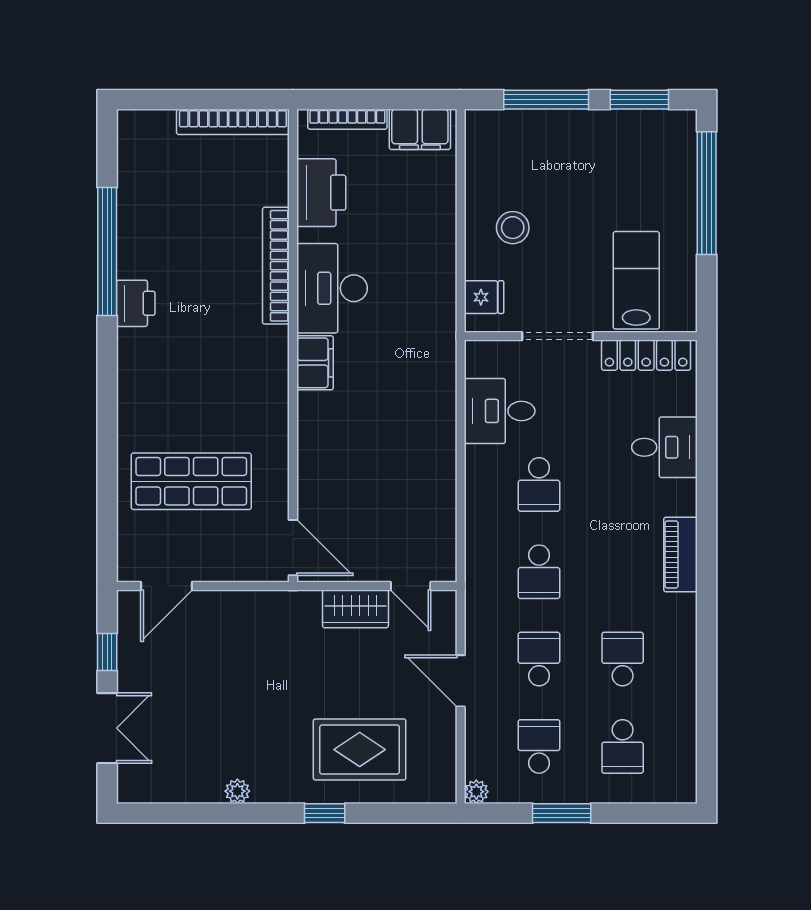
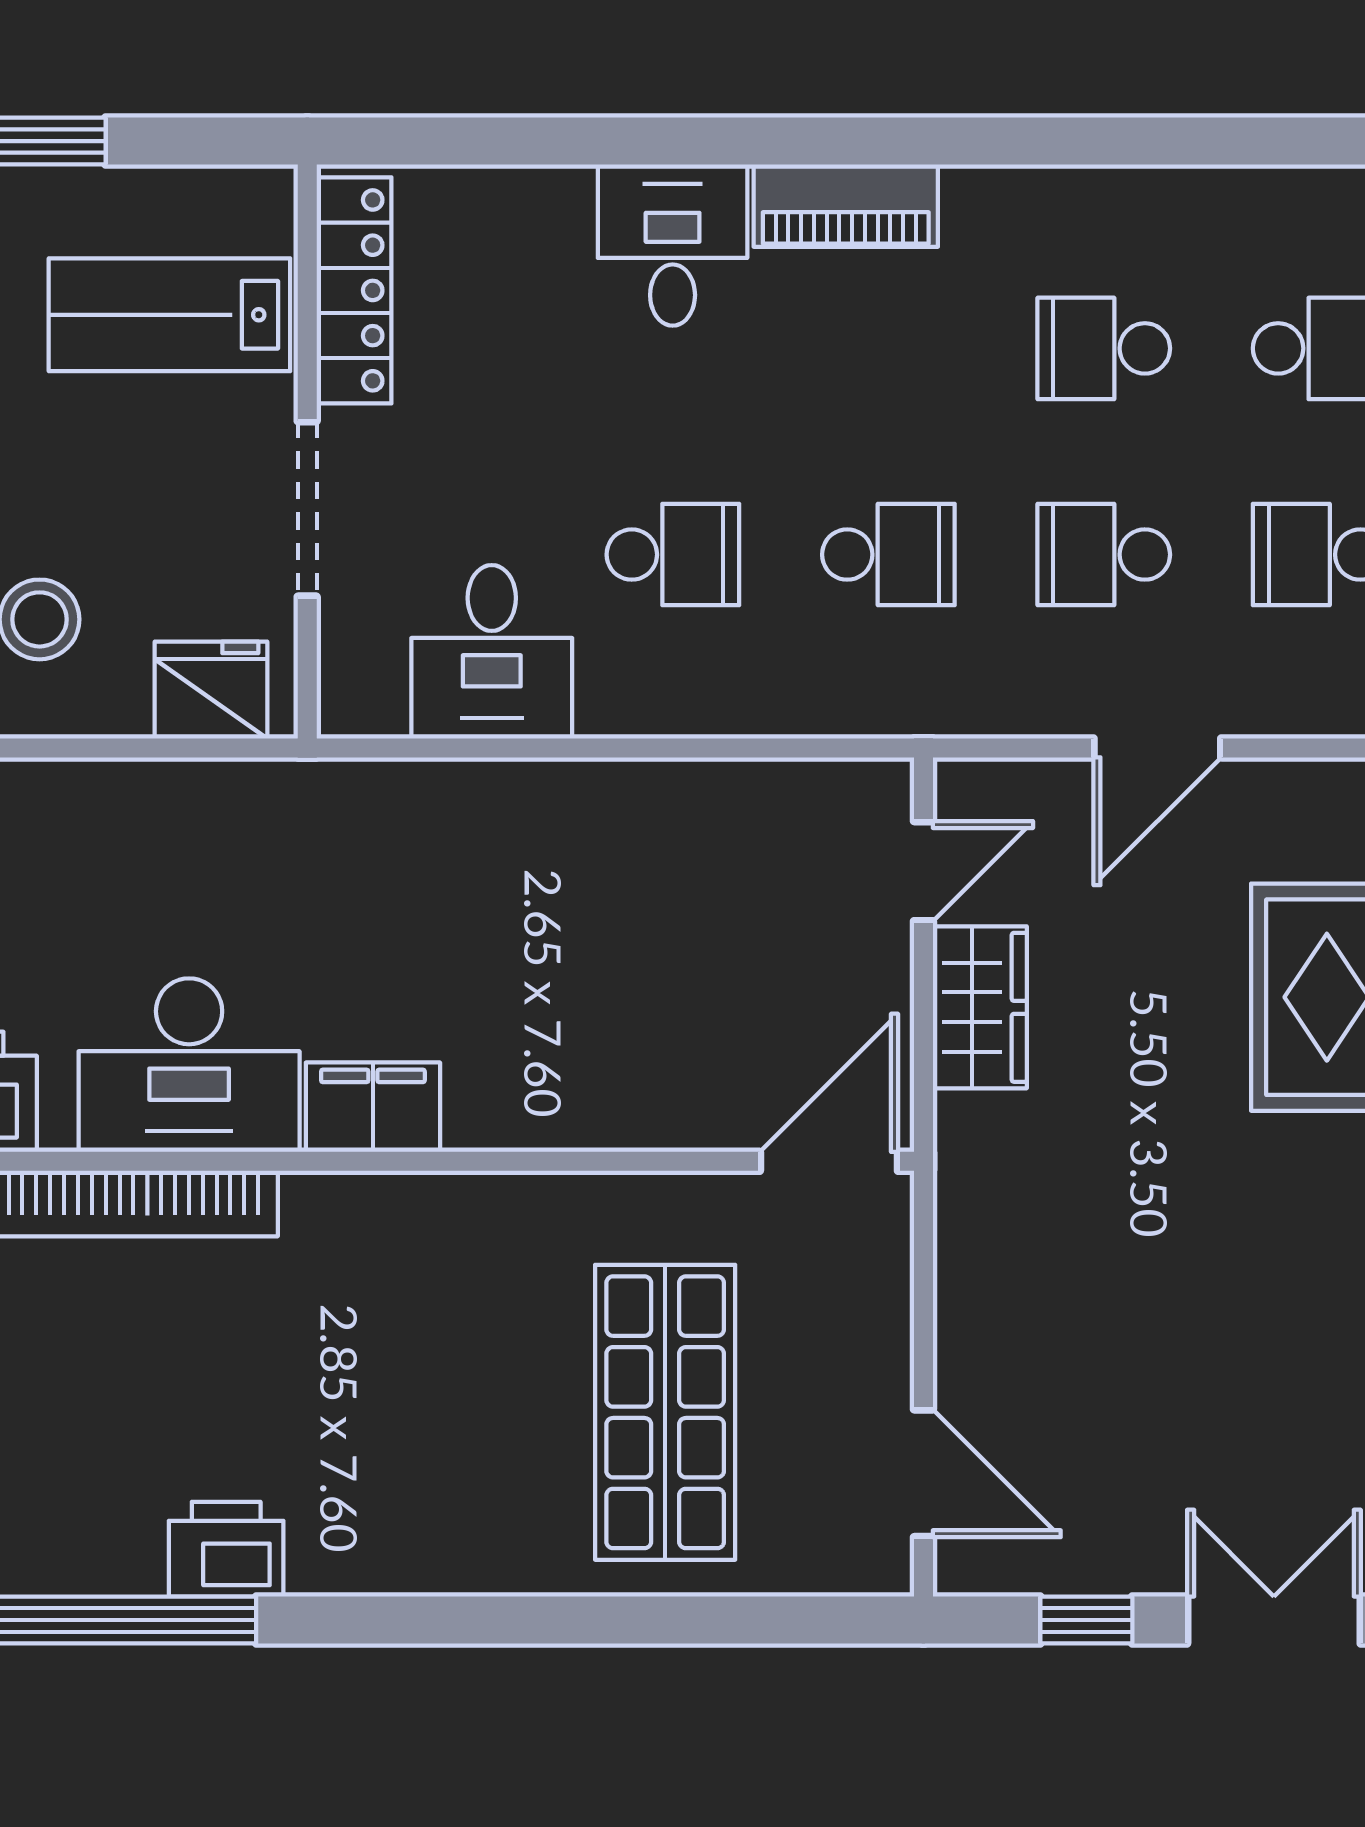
fridge: (484, 297) -> (211, 690), width x1.38
desk: (664, 447) -> (673, 245), moved

